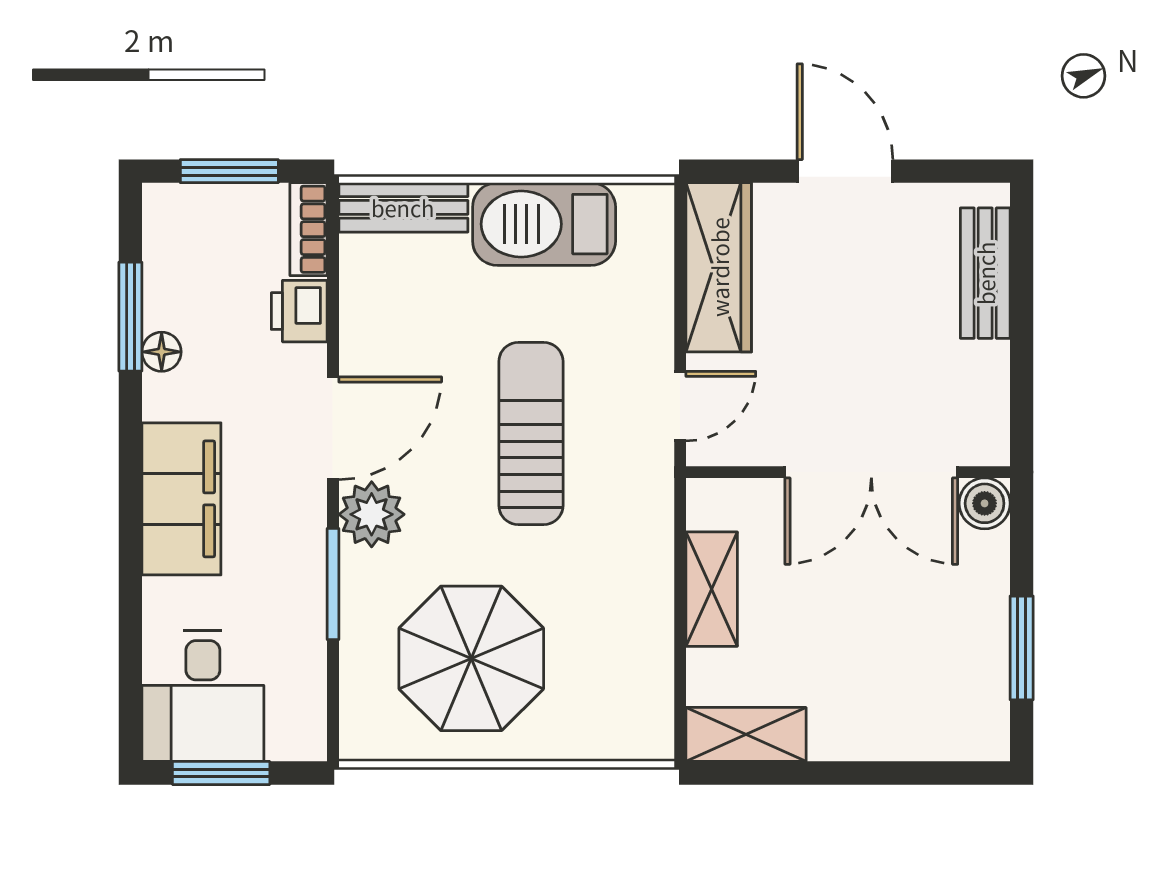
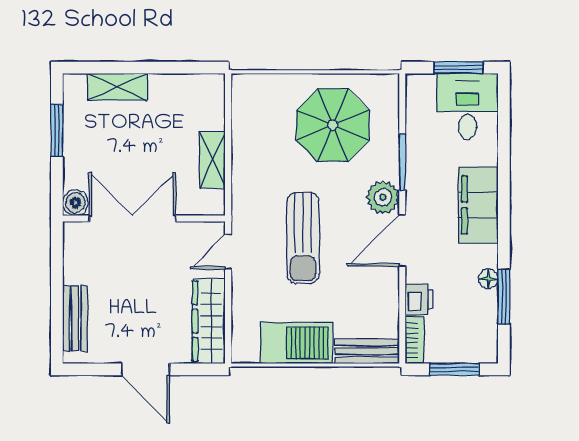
shelving: (746, 734) -> (117, 87), moved

